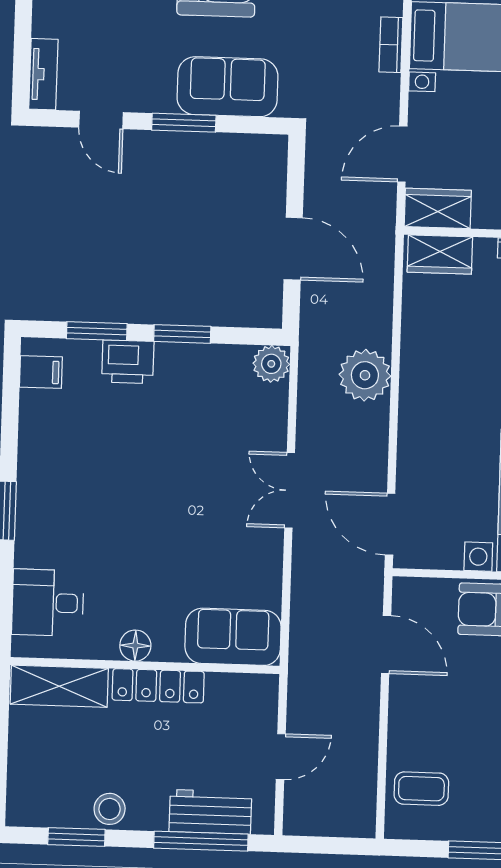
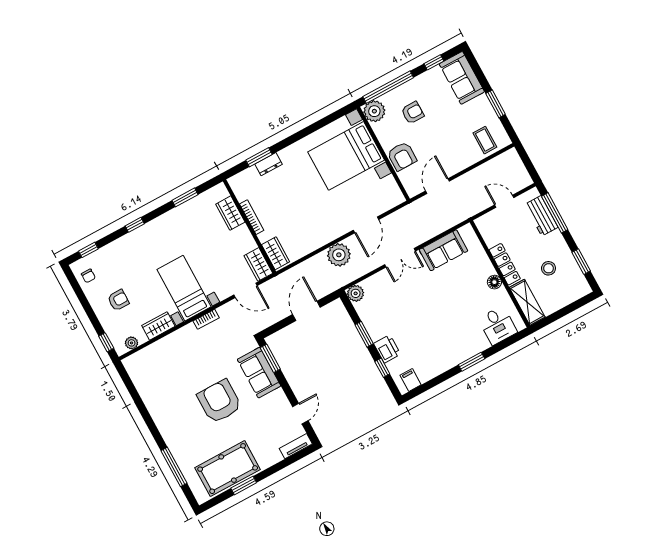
window: (184, 123) -> (270, 358), moved
window: (97, 331) -> (382, 368), width x0.67
door: (390, 524) -> (366, 225), moved
sofa: (233, 637) -> (443, 250), moved, turned -90
stool: (110, 809) -> (548, 268), moved

